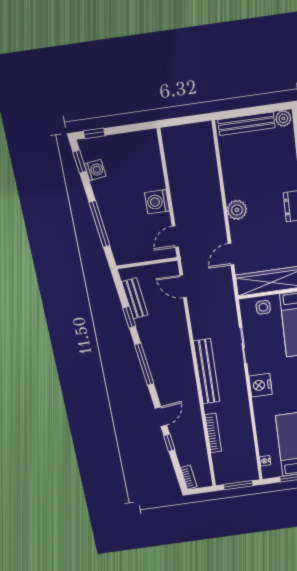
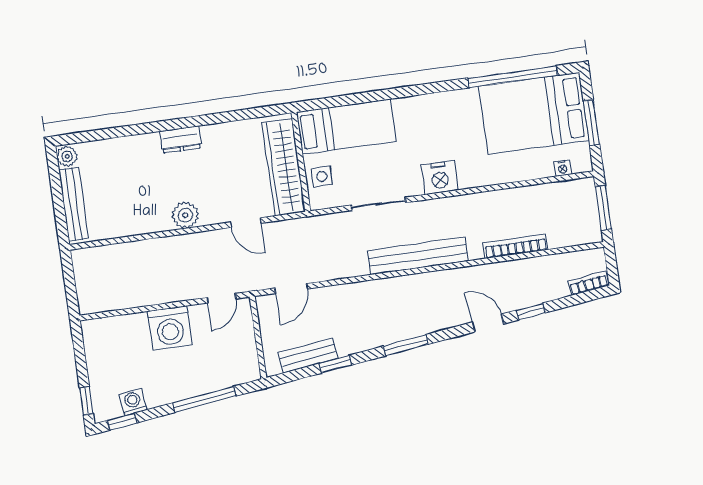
washing machine: (157, 202) -> (170, 328), width x1.37, depth x1.37
door: (175, 237) -> (221, 298), hinge flipped
window: (144, 364) -> (406, 345), width x0.69

